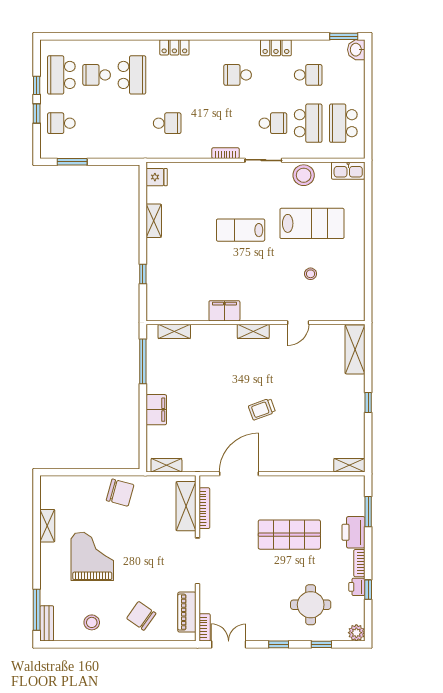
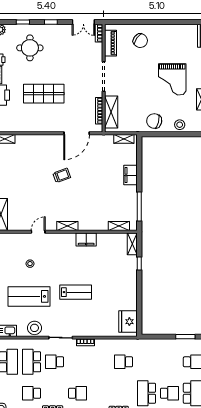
fridge: (157, 177) -> (128, 322), width x1.88, depth x1.34
shelving: (154, 221) -> (132, 244), moved
stool: (92, 622) -> (180, 125), moved

